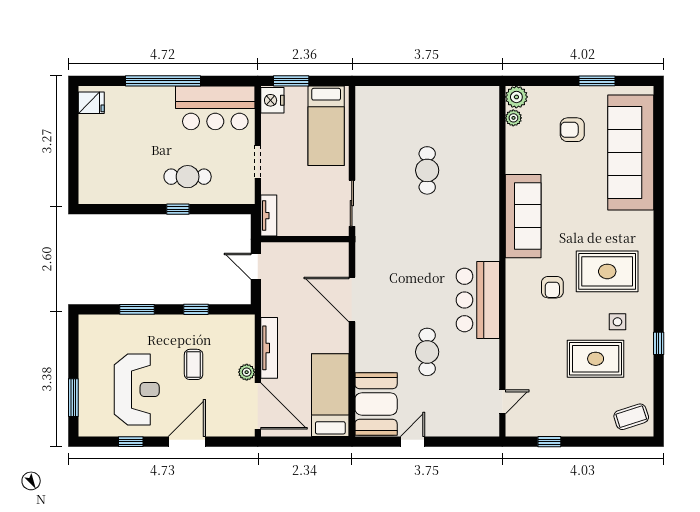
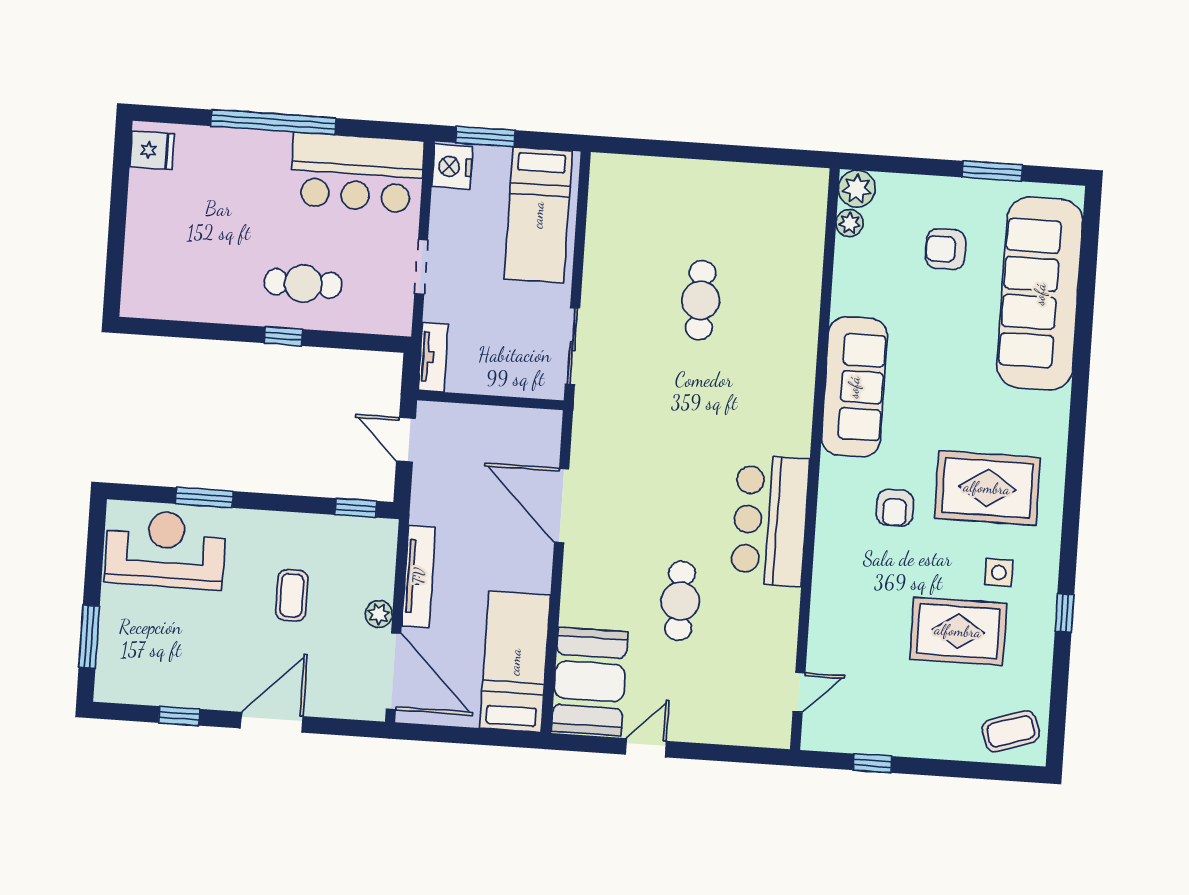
window: (196, 309) -> (356, 508), moved
reception desk: (137, 390) -> (165, 549), moved, turned -90

